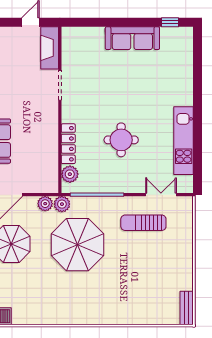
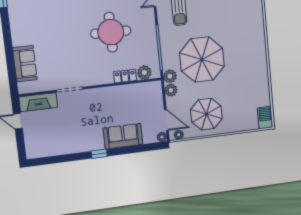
sofa: (132, 38) -> (25, 64), moved, width x0.73
round table: (121, 140) -> (111, 32), width x1.36, depth x1.36
locker: (68, 144) -> (125, 76), width x0.66

